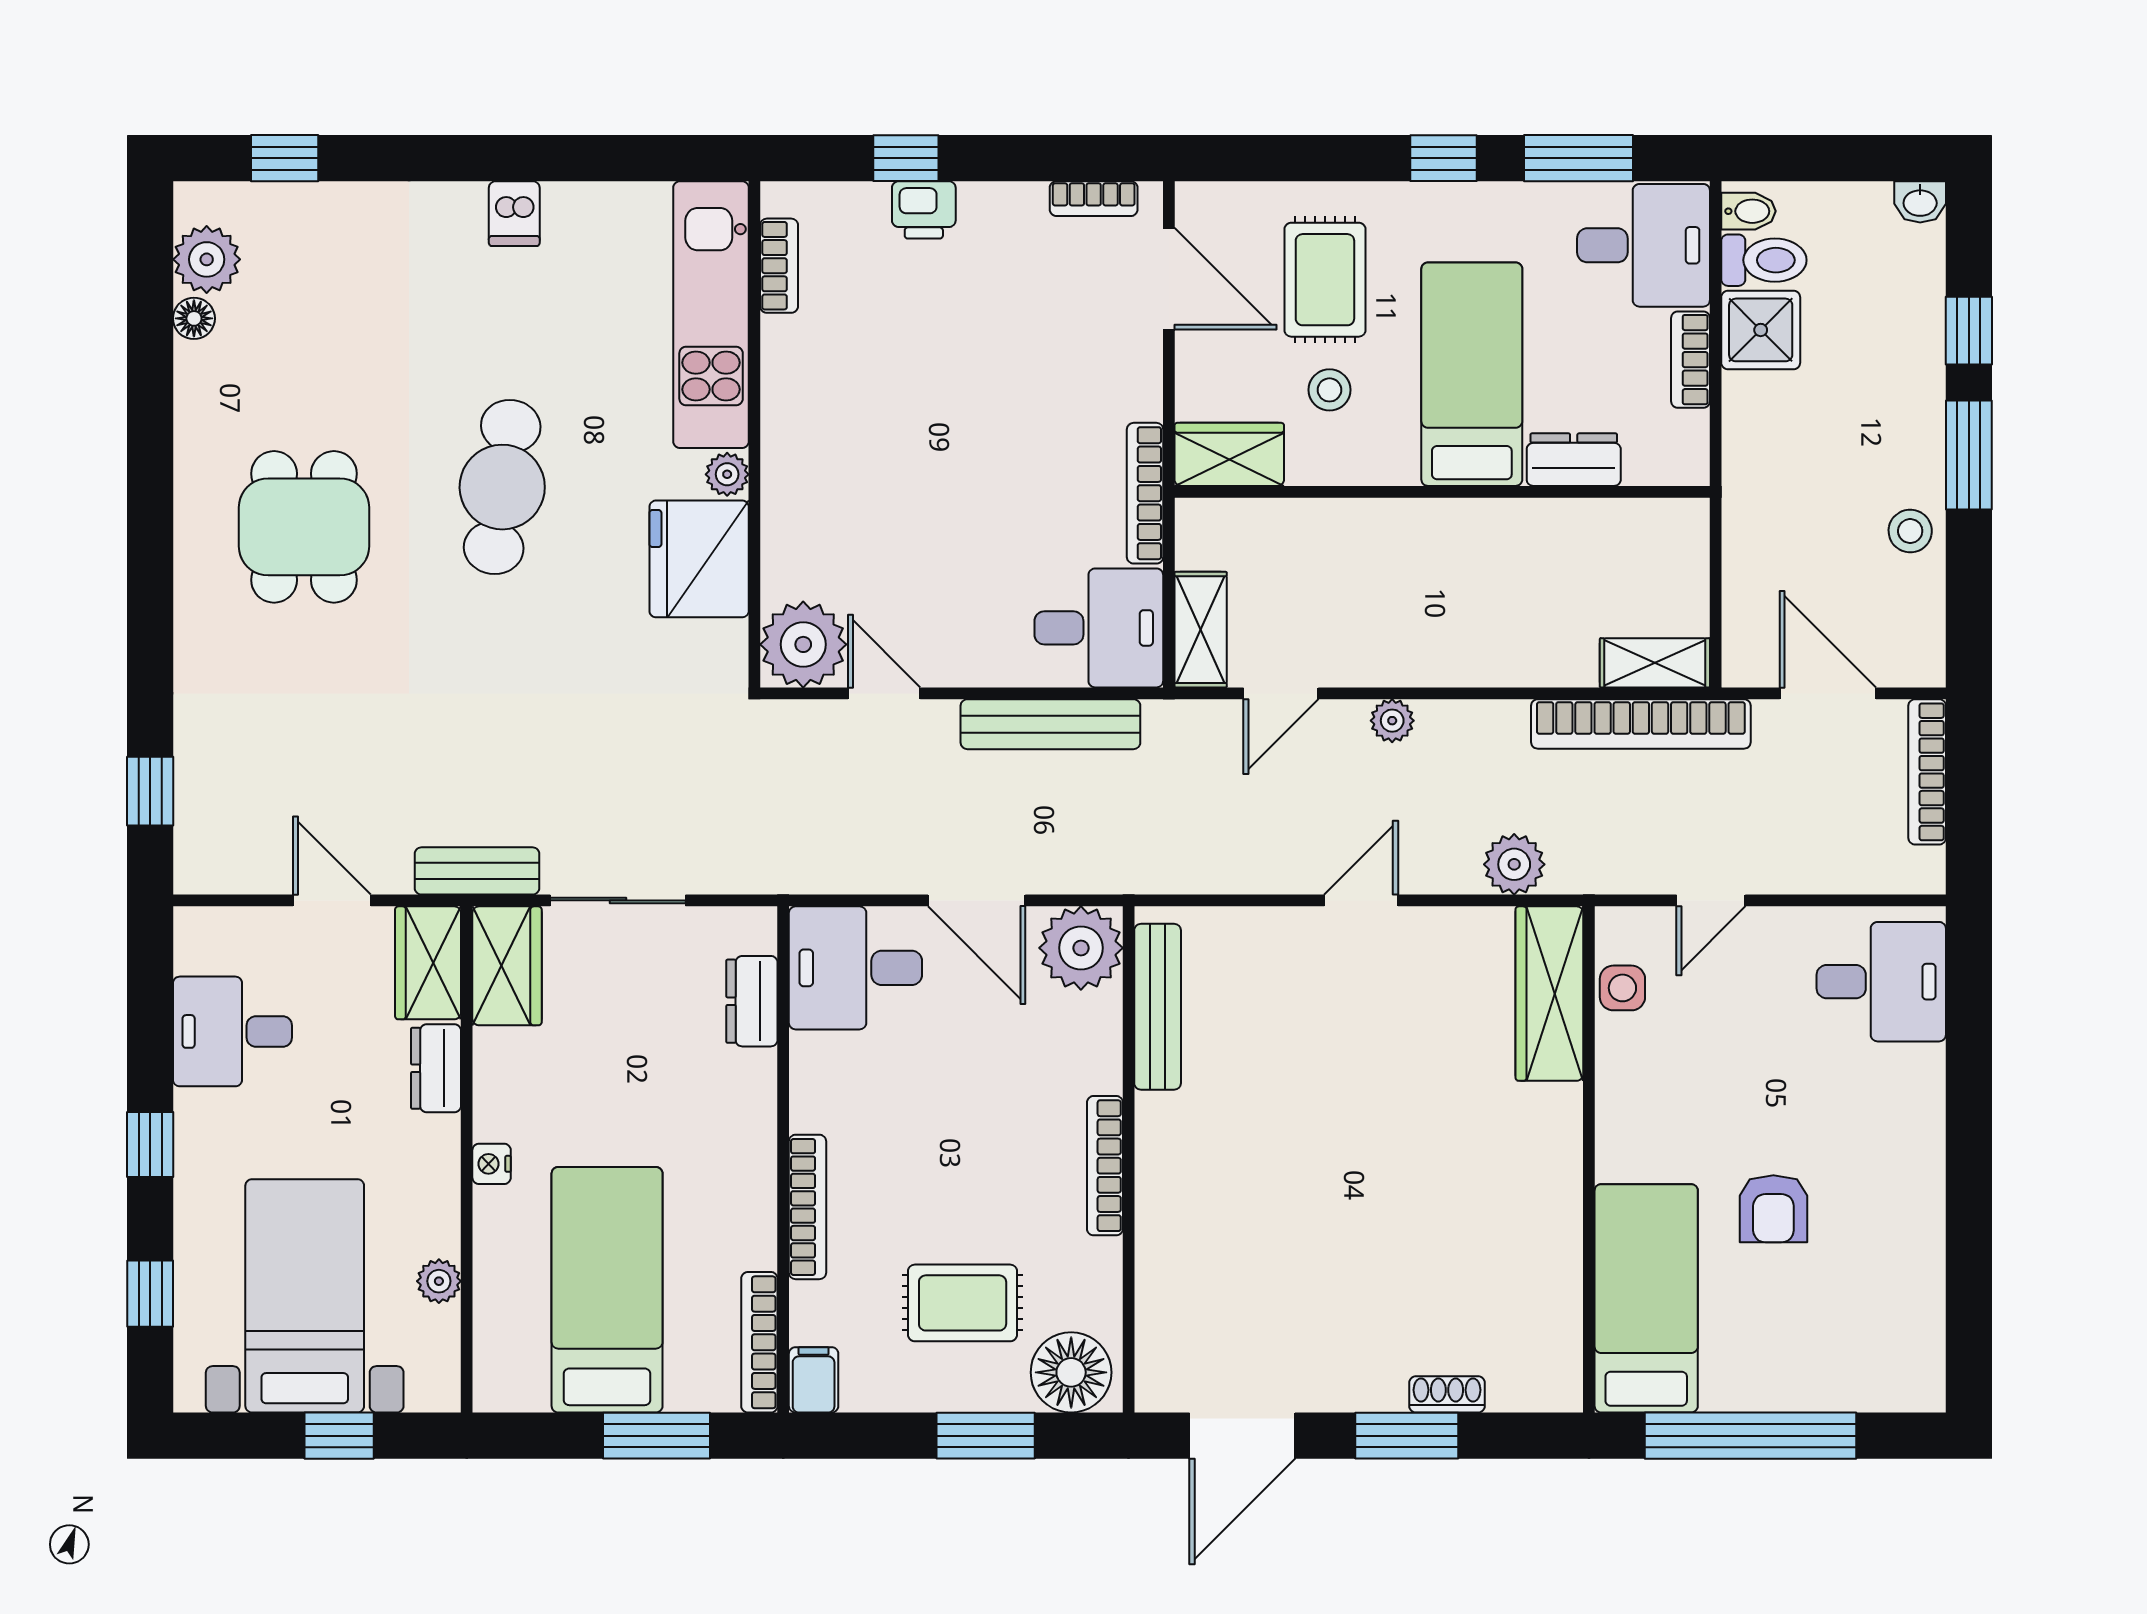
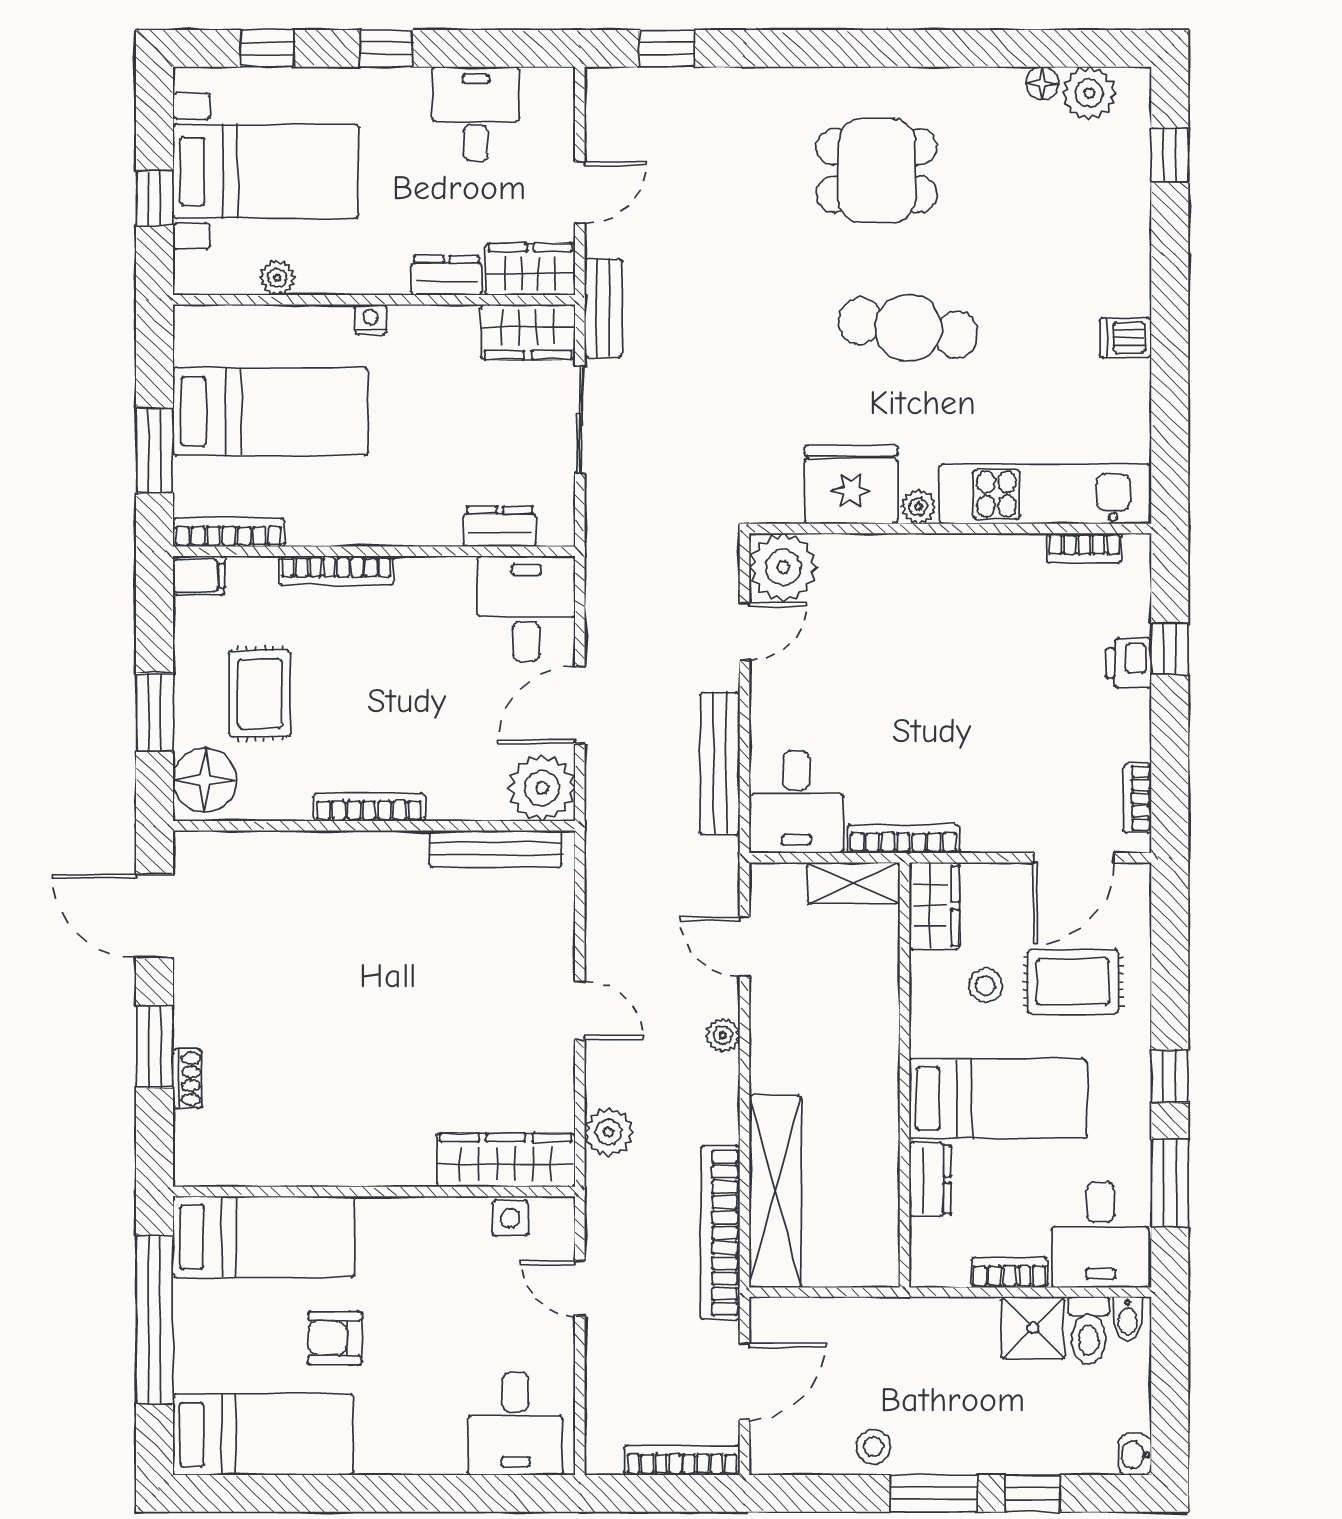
shelving: (1201, 630) -> (854, 883), moved
shelving: (1655, 663) -> (775, 1191), width x2.20, depth x1.33
bed: (1895, 1299) -> (263, 1434), added

